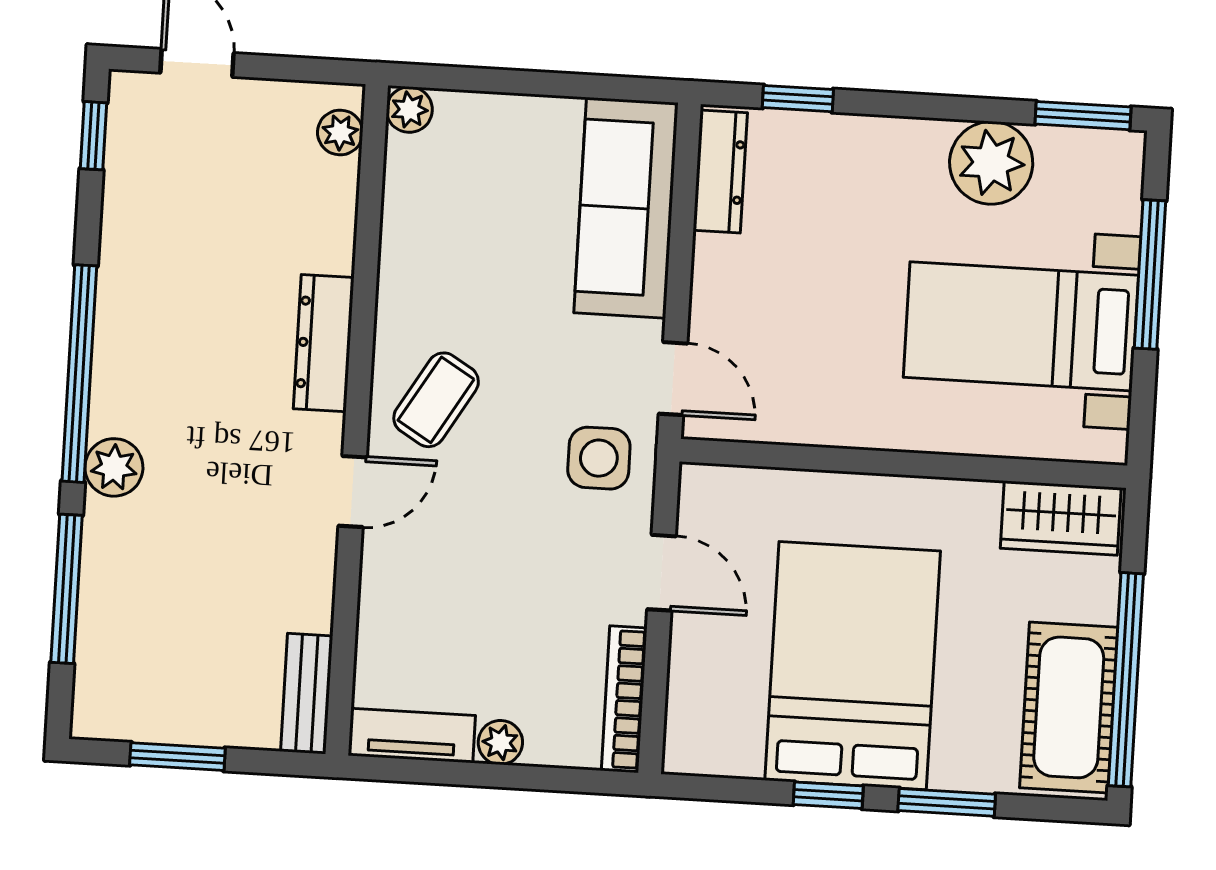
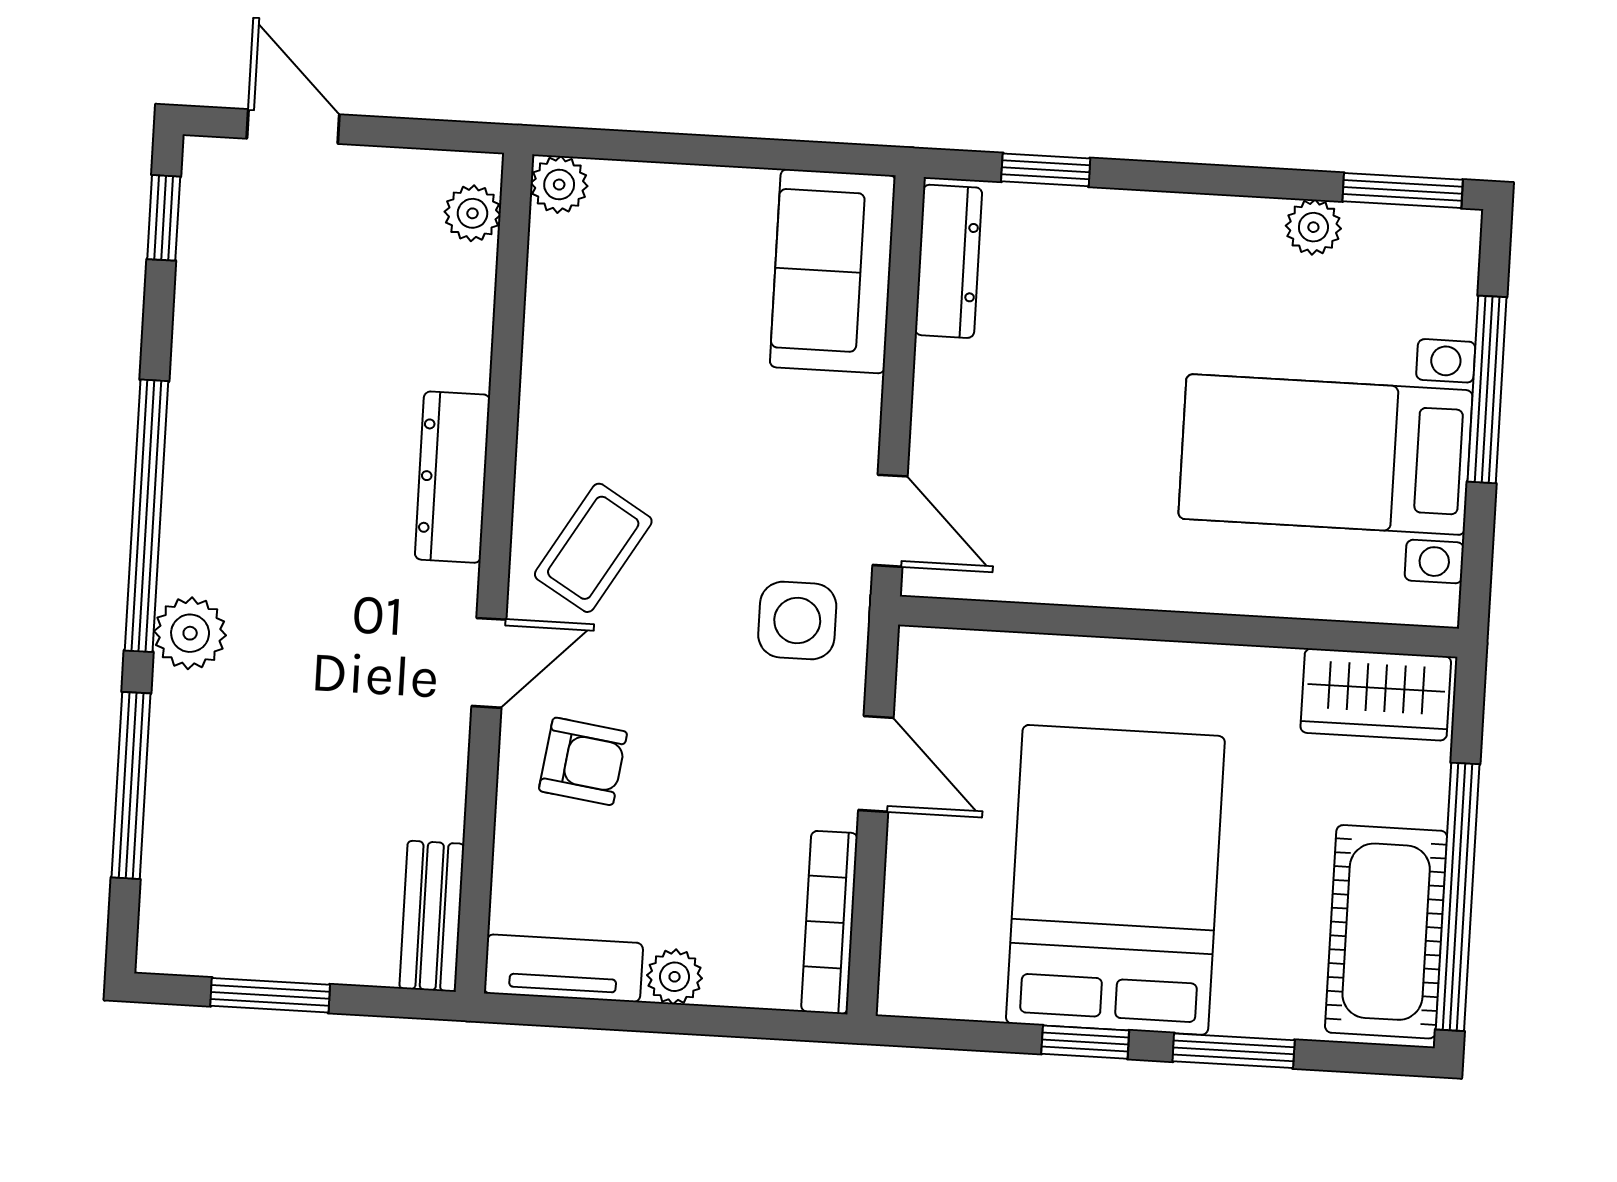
plant: (991, 163) -> (1313, 227), width x0.53, depth x0.53
sofa: (626, 208) -> (833, 271), width x0.73
armchair: (428, 570) -> (583, 761), added

